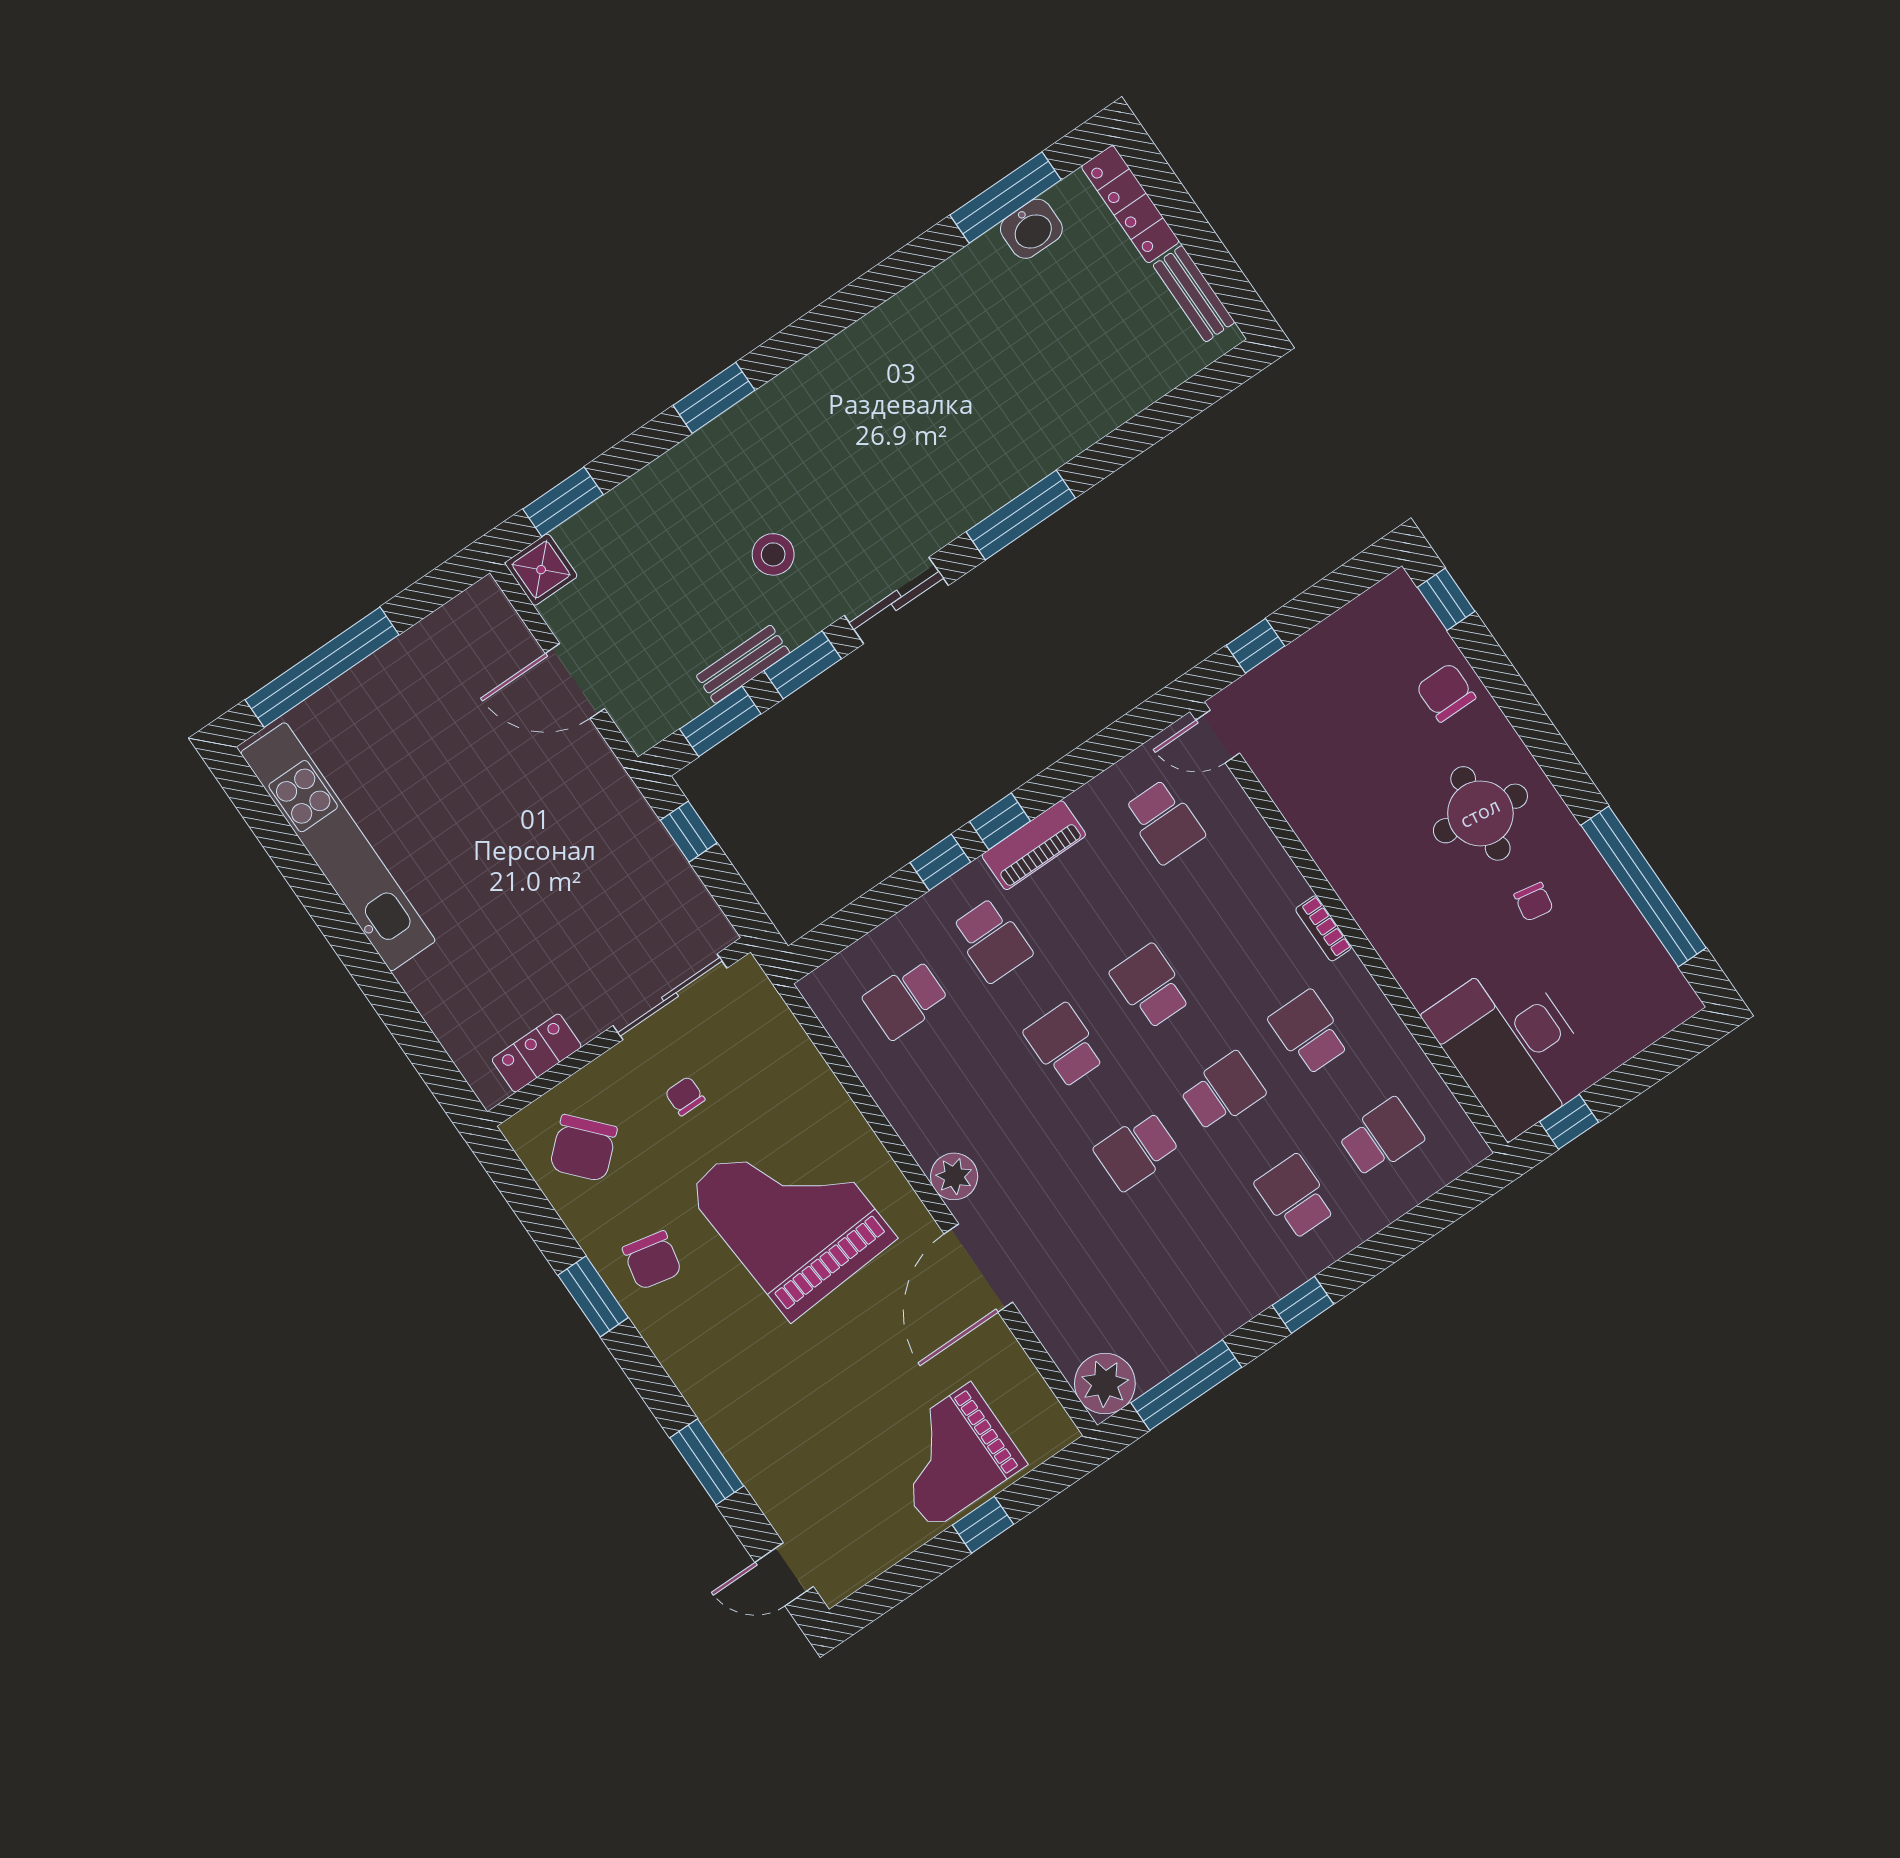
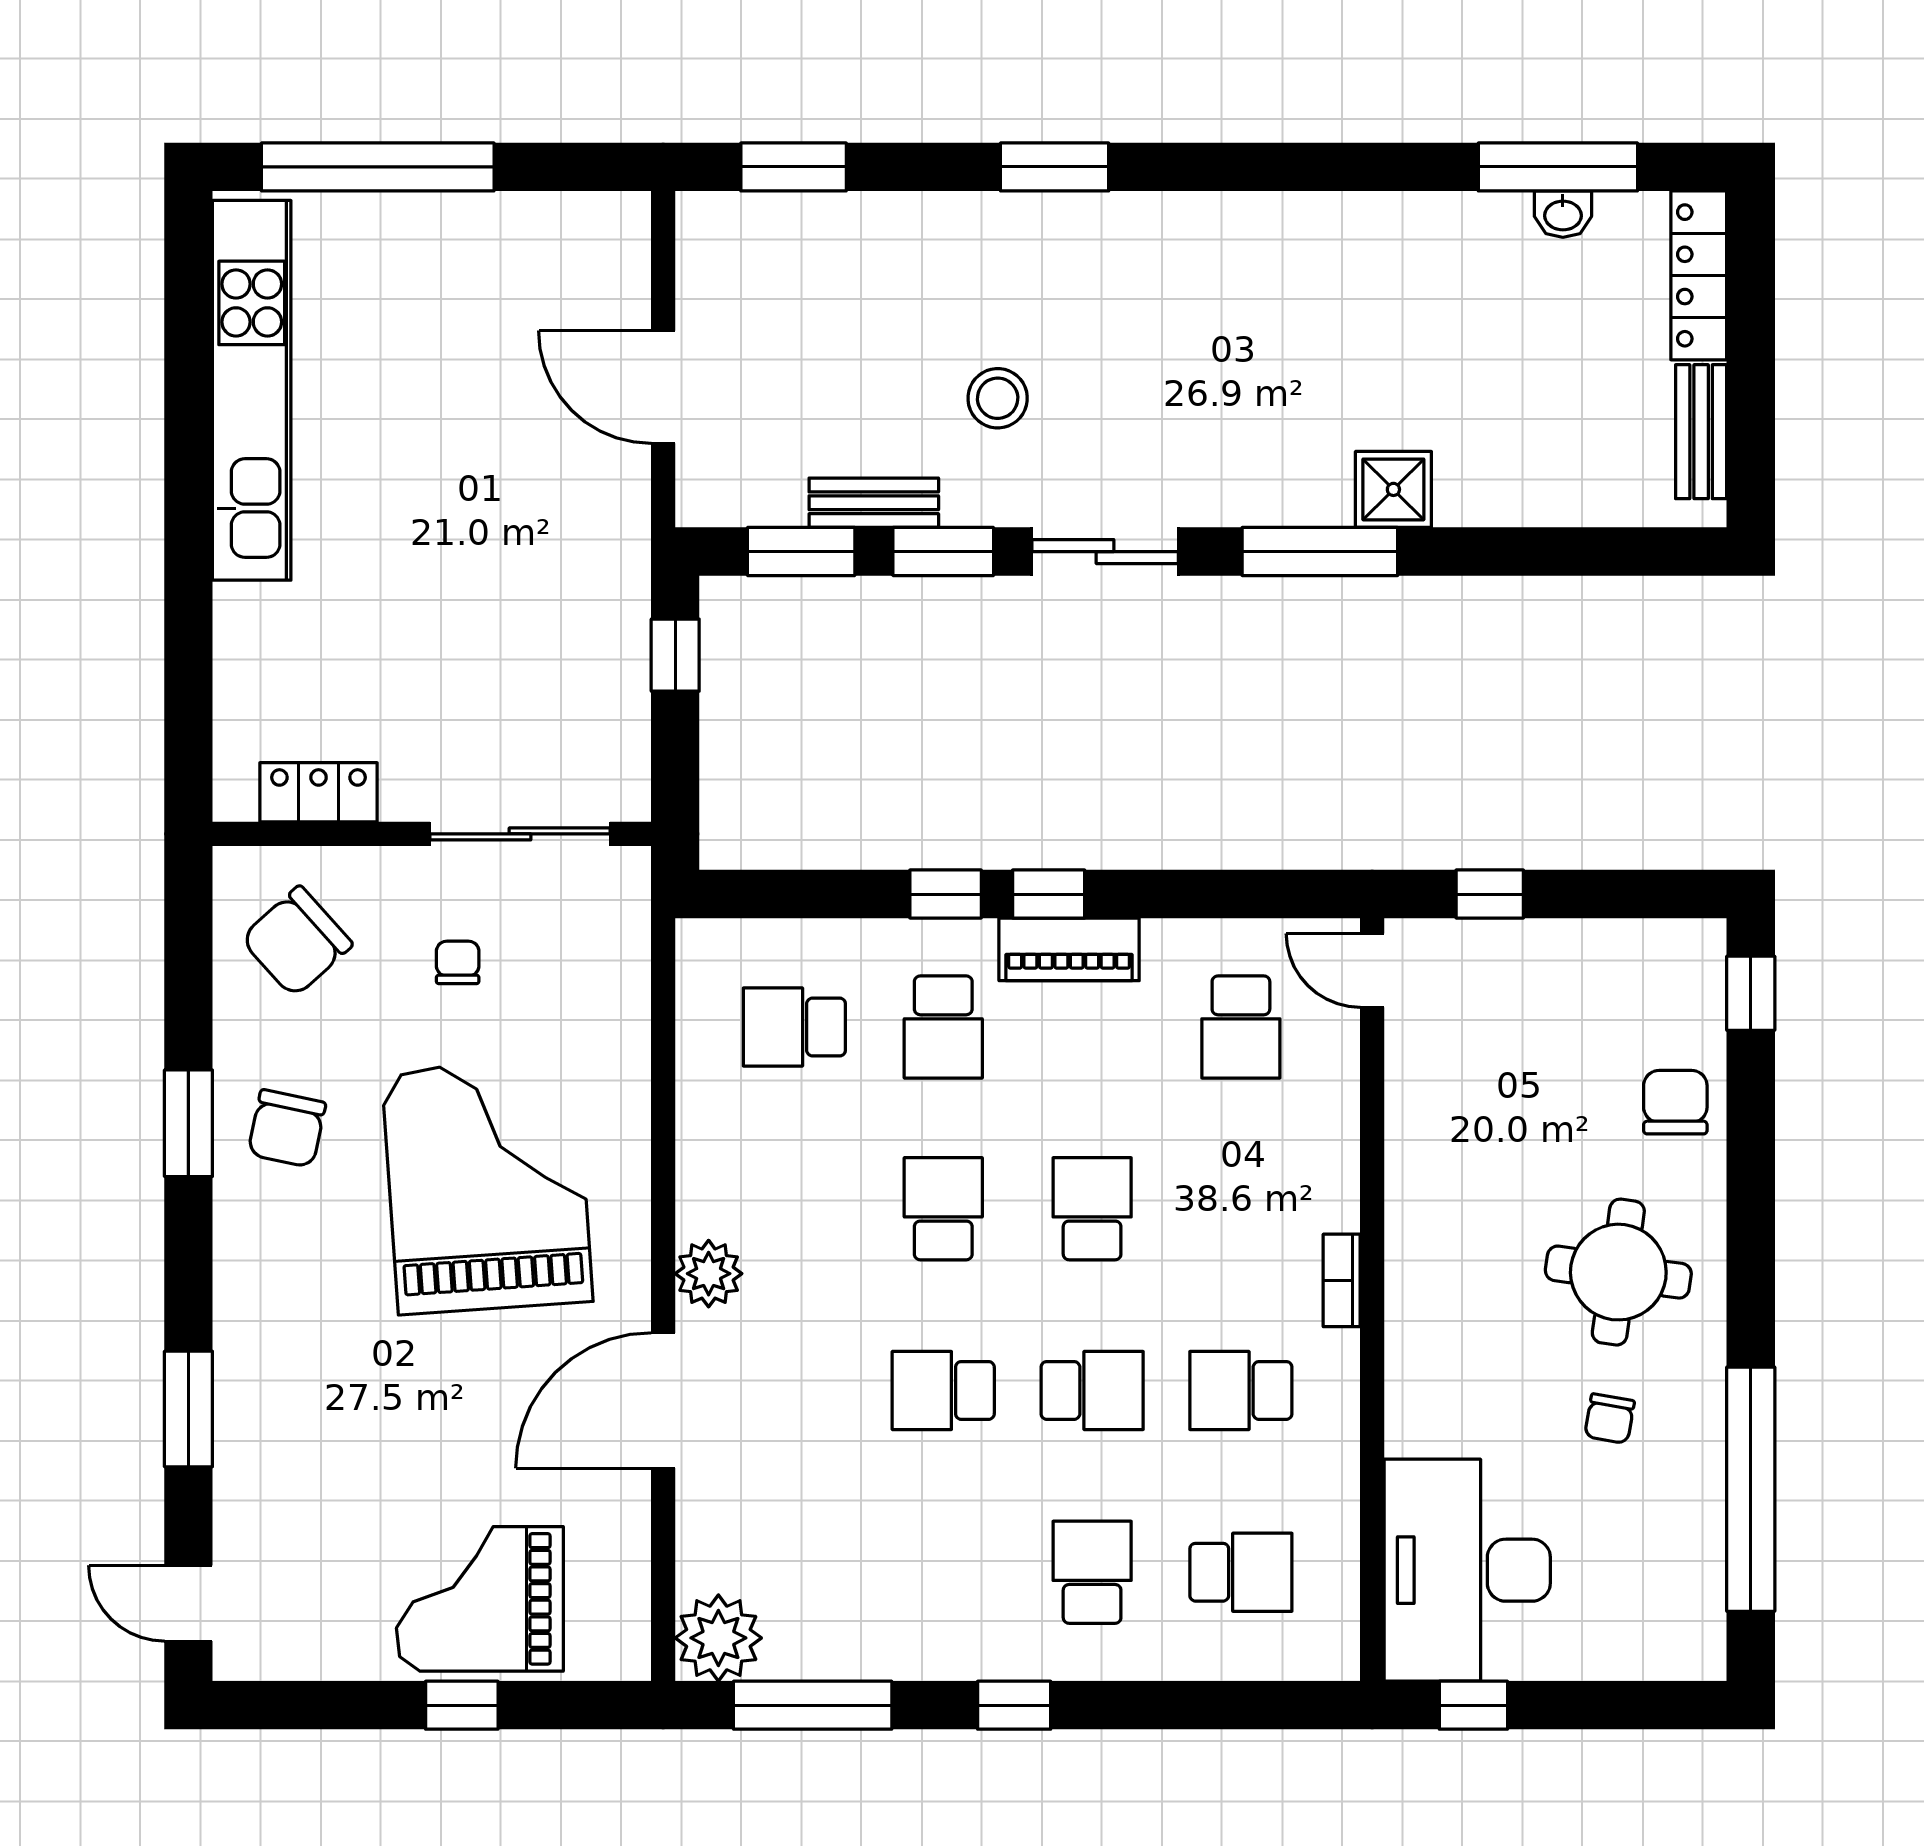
washbasin: (1031, 229) -> (1563, 214), width x0.72, depth x0.69
shower: (541, 570) -> (1393, 489), moved
school desk: (1309, 1032) -> (1241, 1390), turned -90

